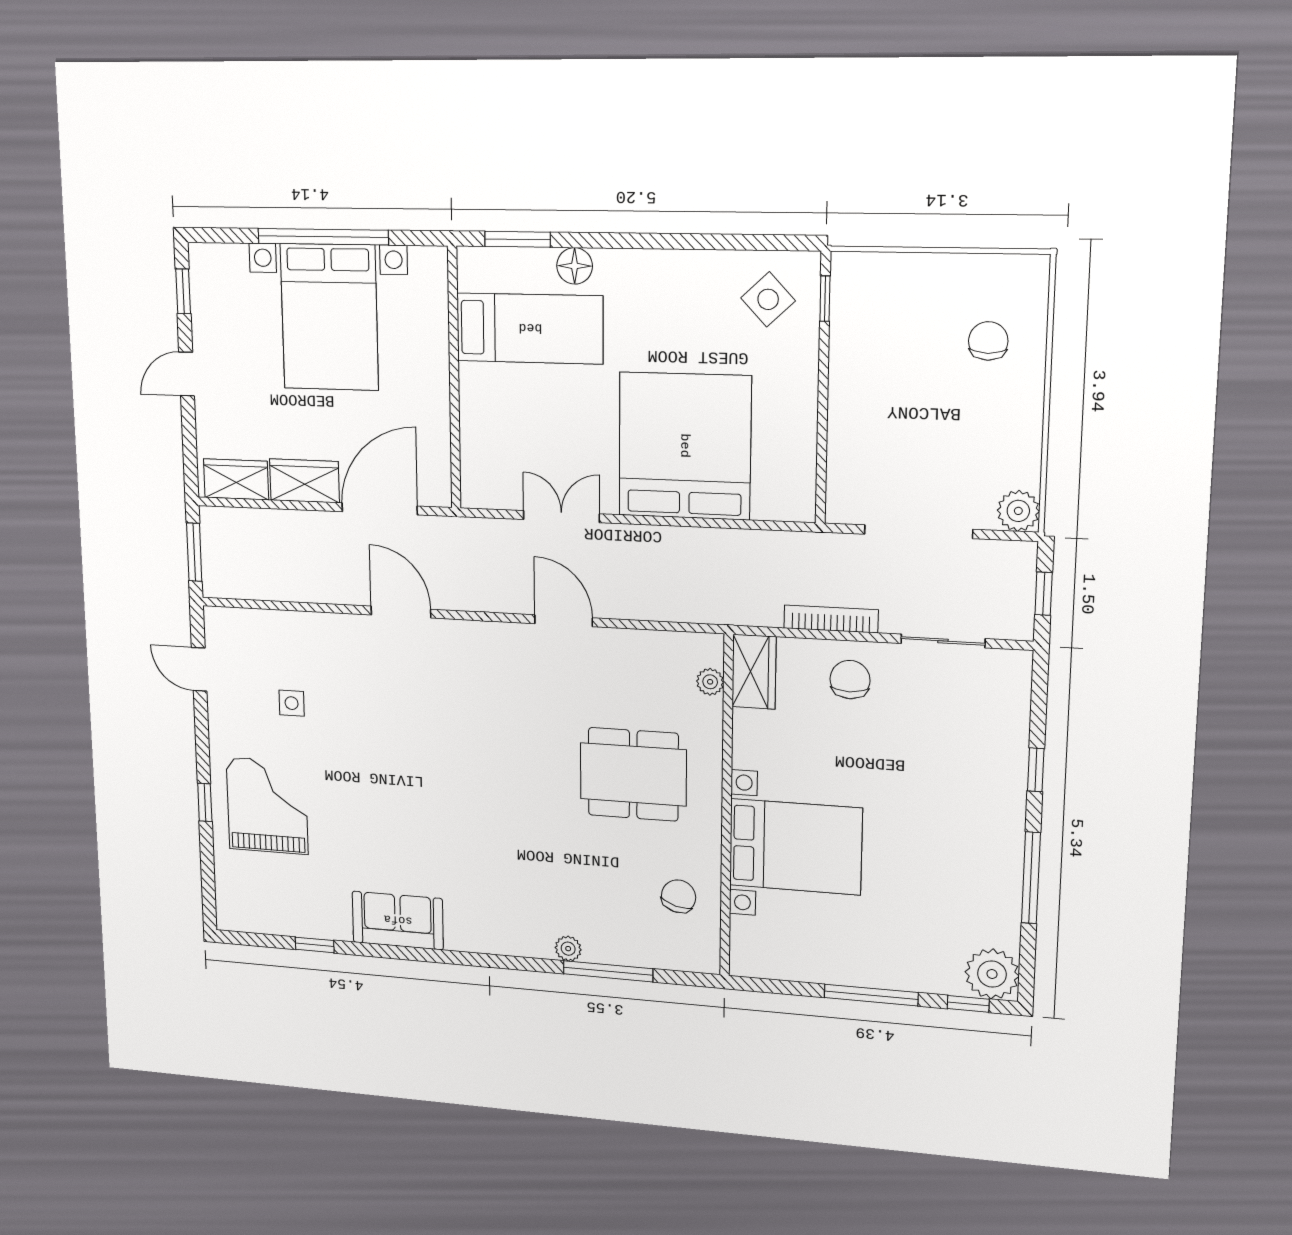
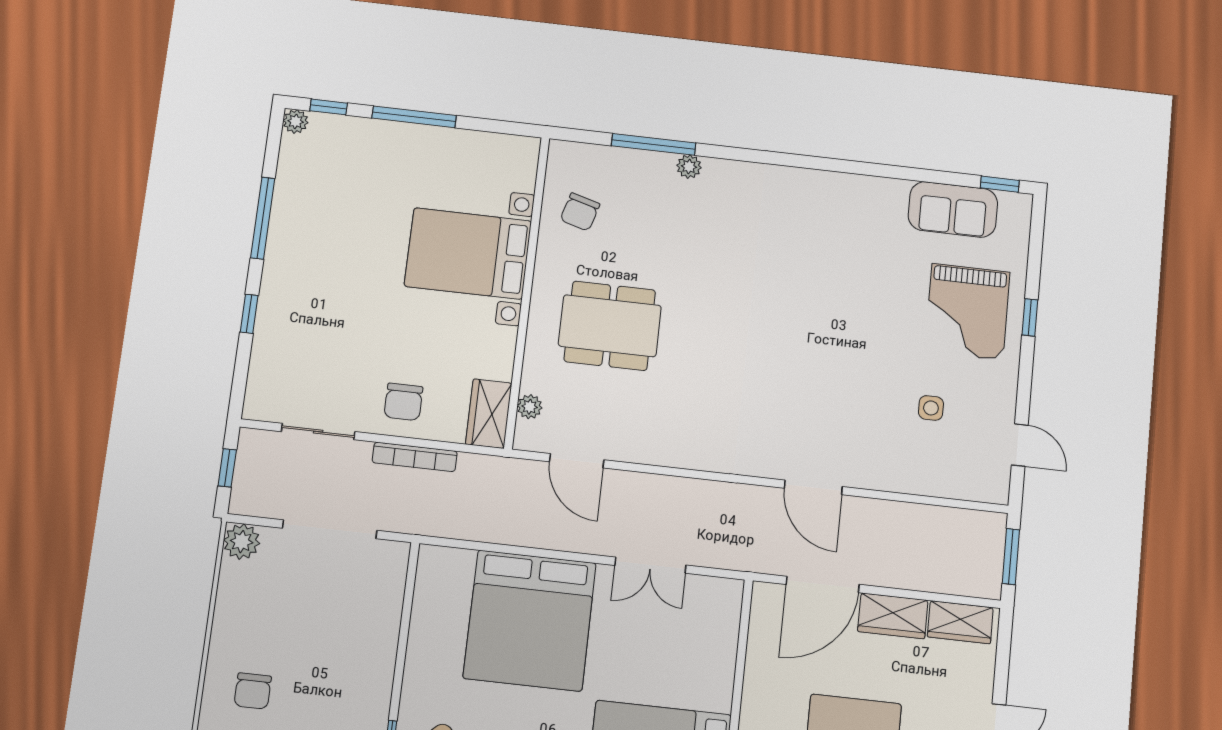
door: (564, 621) -> (577, 461), moved
sofa: (398, 920) -> (953, 209), moved
window: (315, 945) -> (1000, 184), moved
plant: (992, 974) -> (296, 121), width x0.53, depth x0.53

